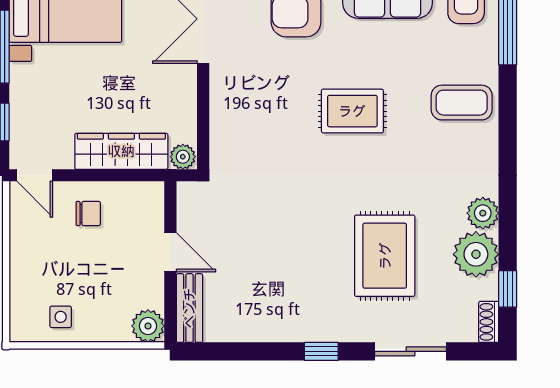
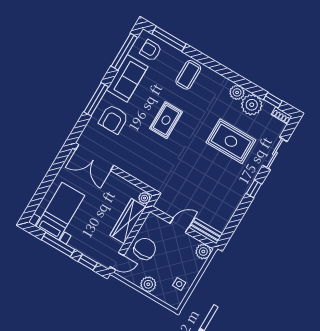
chair: (88, 214) -> (145, 249), width x1.87, depth x1.87
plant: (26, 259) -> (148, 284), added

